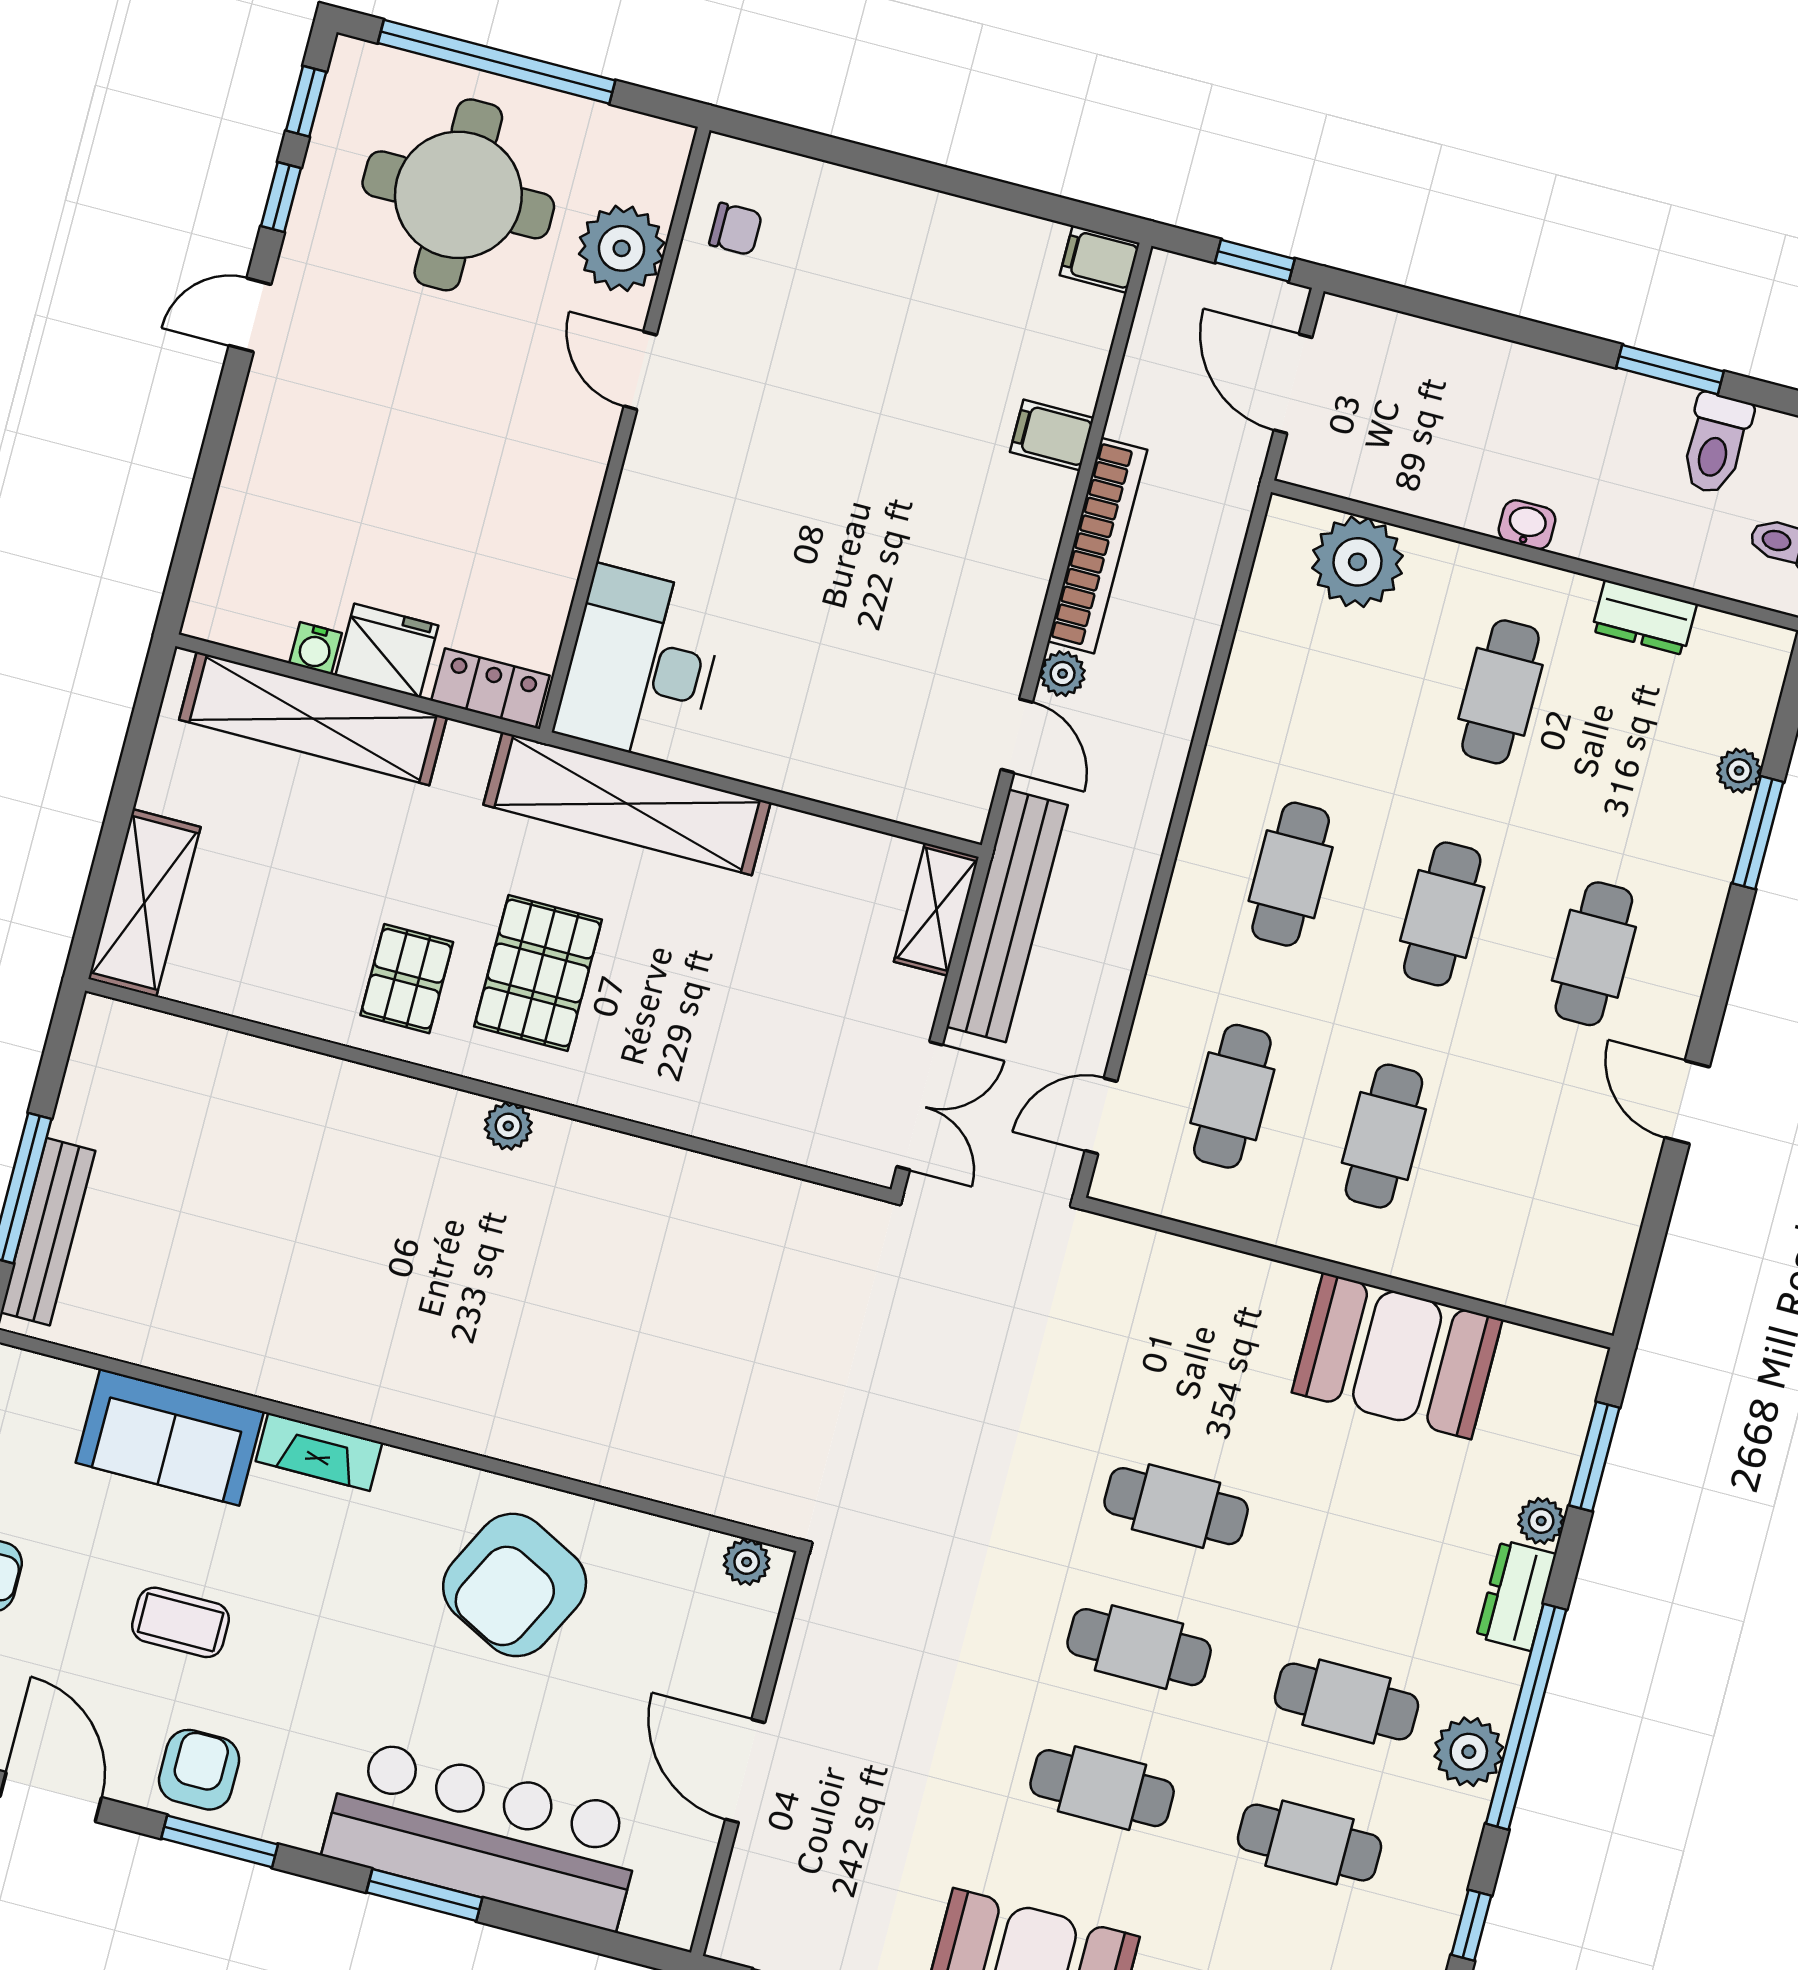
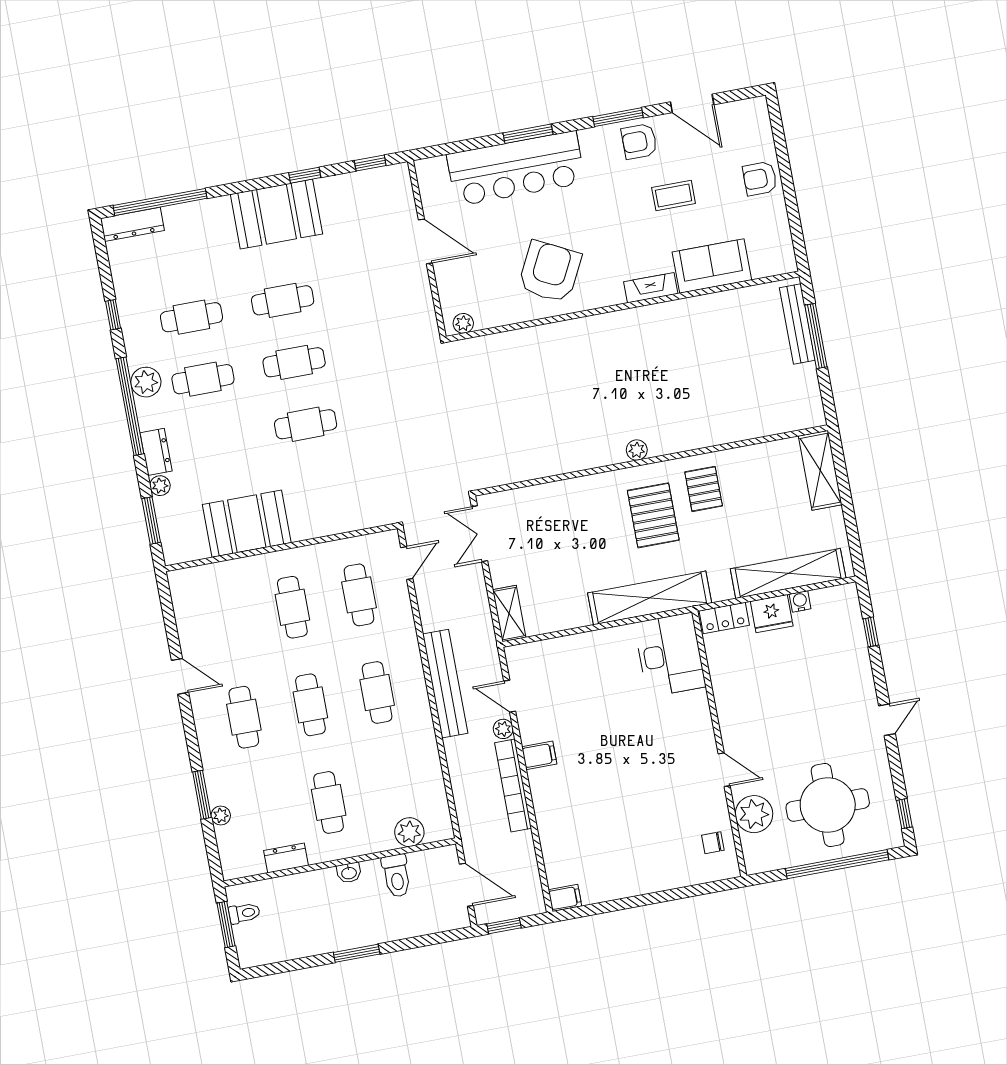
window: (281, 197) -> (871, 632), moved
window: (1670, 370) -> (357, 953), moved
filing cabinet: (1052, 435) -> (539, 755), moved
toilet: (1716, 444) -> (396, 876), moved, turned 180
plant: (1357, 562) -> (409, 832), width x0.73, depth x0.73
bench: (1007, 916) -> (445, 684), moved
armchair: (199, 1770) -> (639, 141), turned 90

